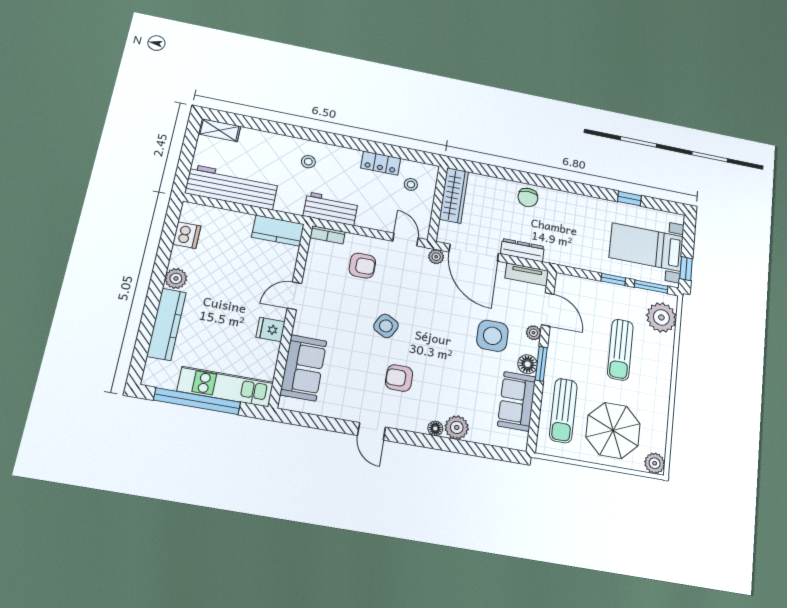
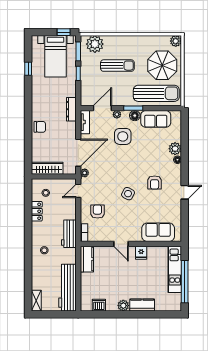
dresser: (522, 250) -> (71, 109), moved
kitchen counter: (166, 324) -> (142, 305), width x0.67
sun lounger: (563, 411) -> (156, 93), width x1.36, depth x1.34

